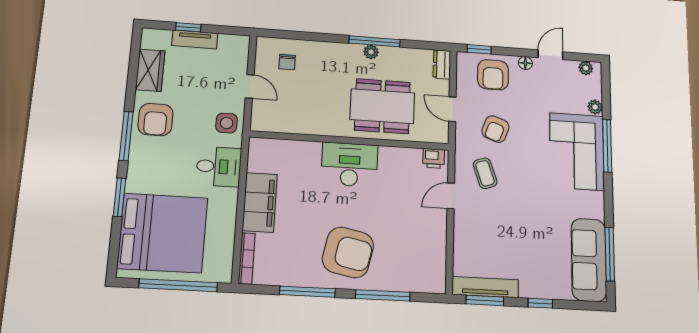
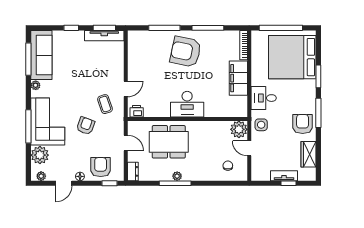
plant: (595, 107) -> (40, 155), width x1.87, depth x1.87
plant: (265, 118) -> (239, 129), added
armchair: (495, 129) -> (86, 126), moved
plant: (597, 210) -> (36, 85), added

